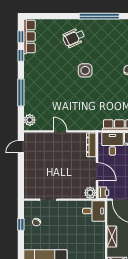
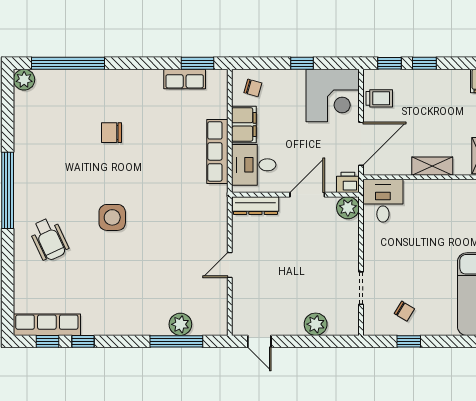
window: (21, 93) -> (176, 341), moved
plant: (30, 120) -> (180, 324), moved
plant: (30, 176) -> (316, 324), added

